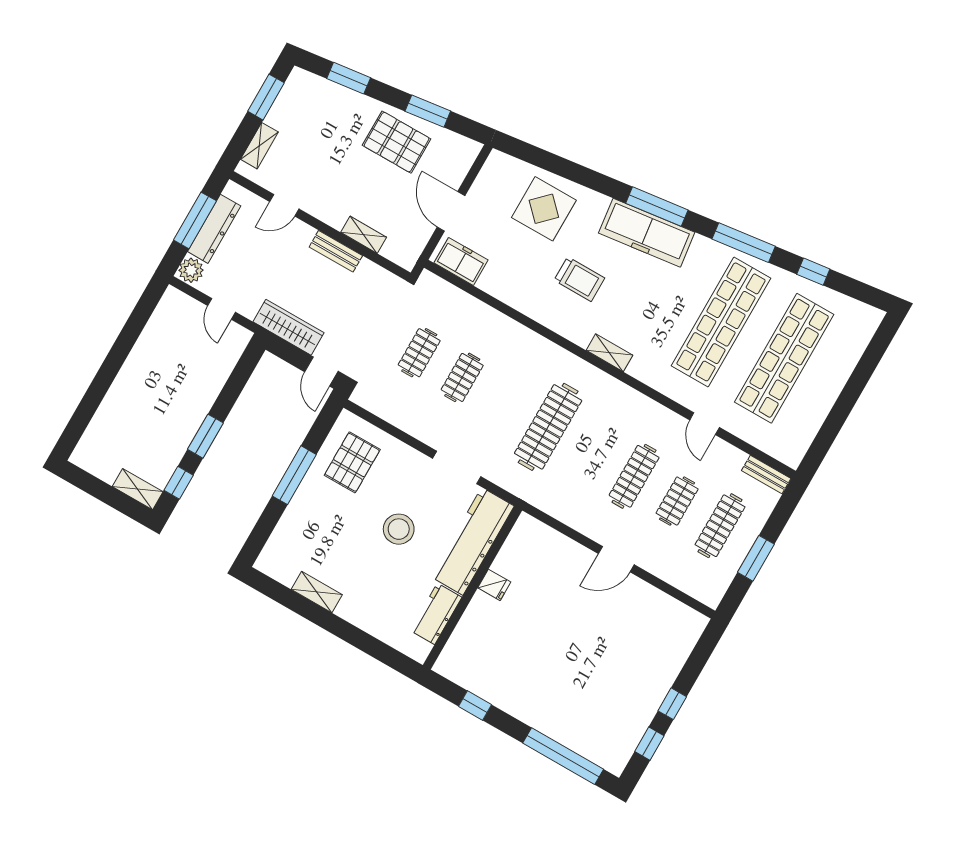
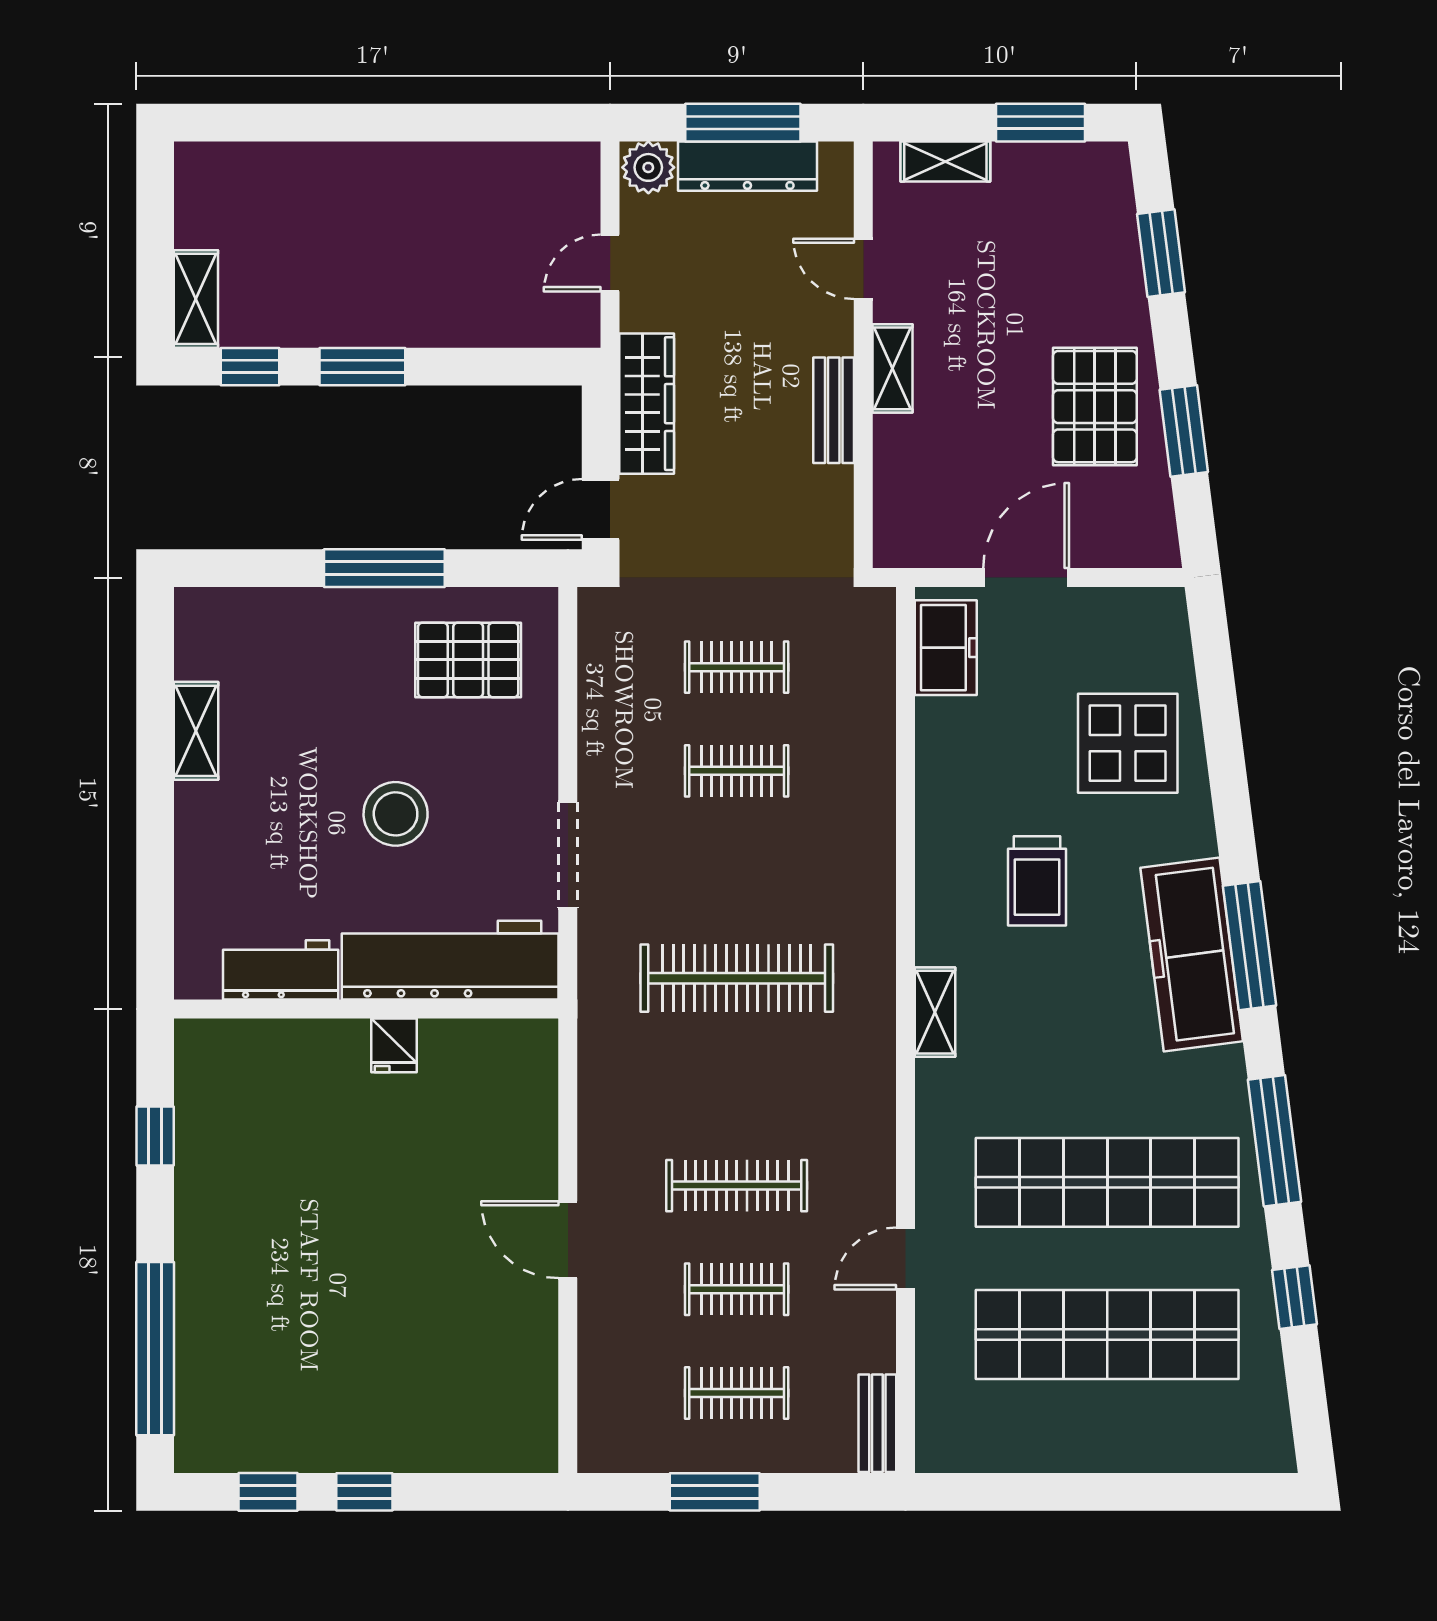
shelving: (364, 235) -> (893, 368), moved
clothes rail: (720, 526) -> (737, 1393), width x0.73

